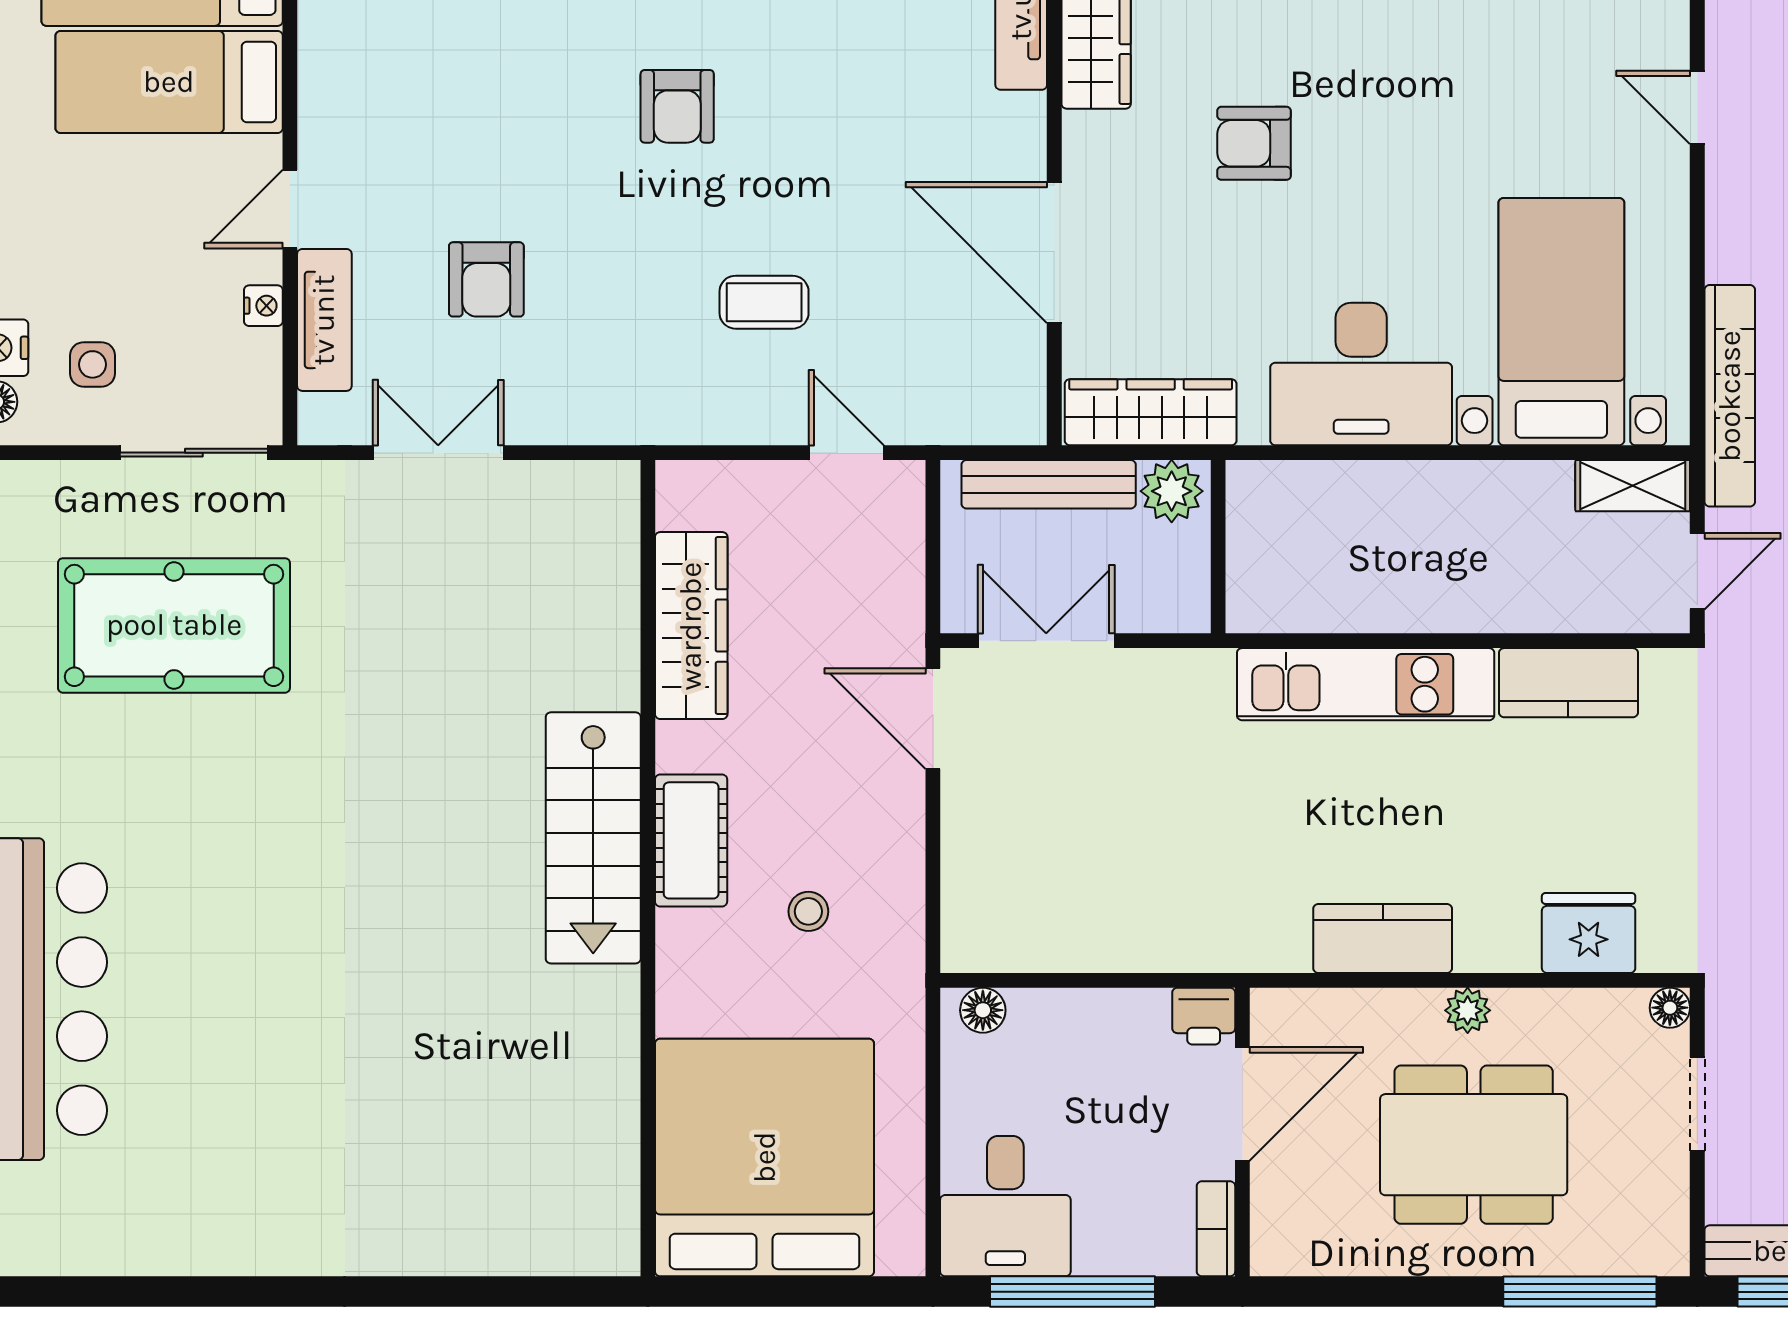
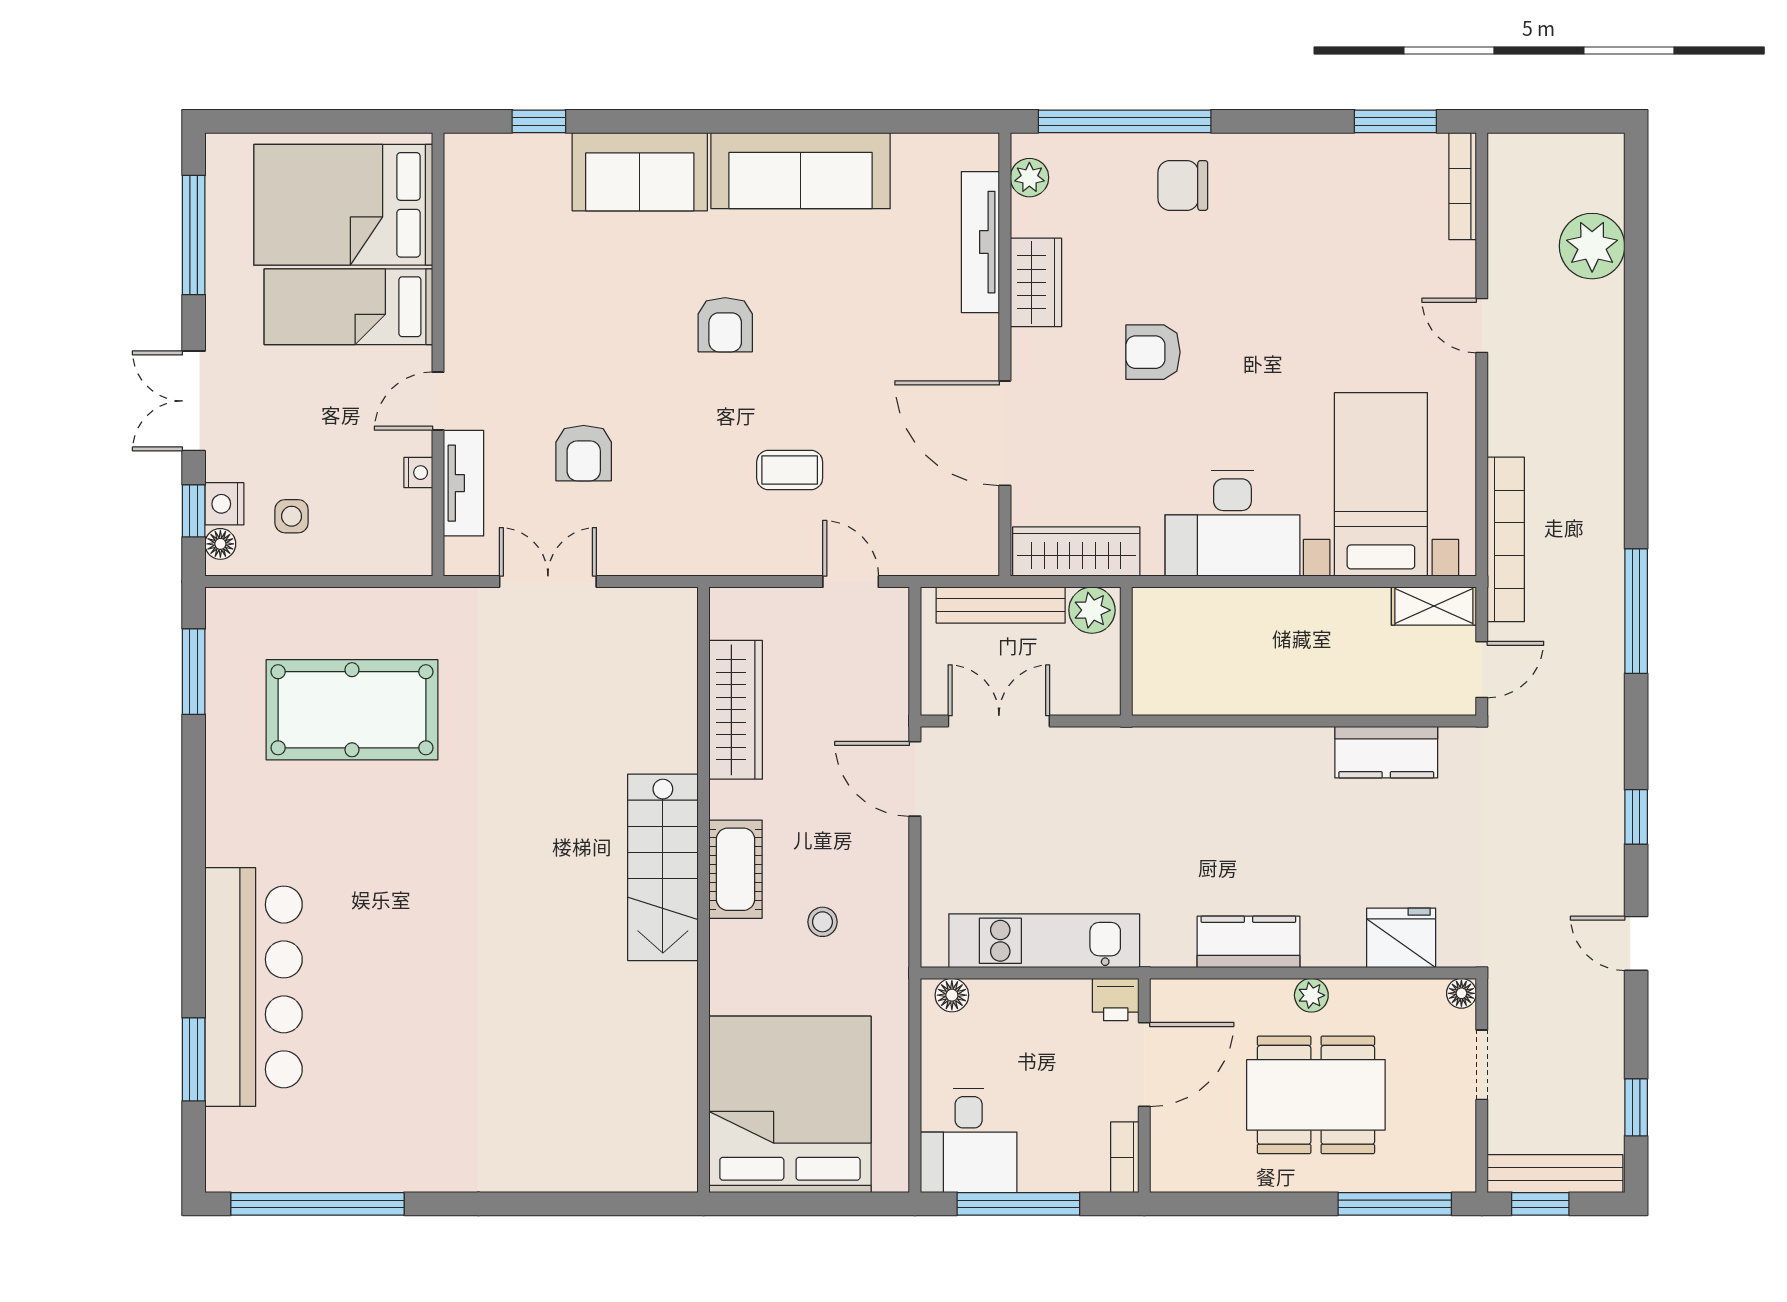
sliding door: (194, 453) -> (367, 582), removed
kitchen unit: (1366, 684) -> (1044, 941), moved, turned 180
window: (127, 1292) -> (317, 1204), added

